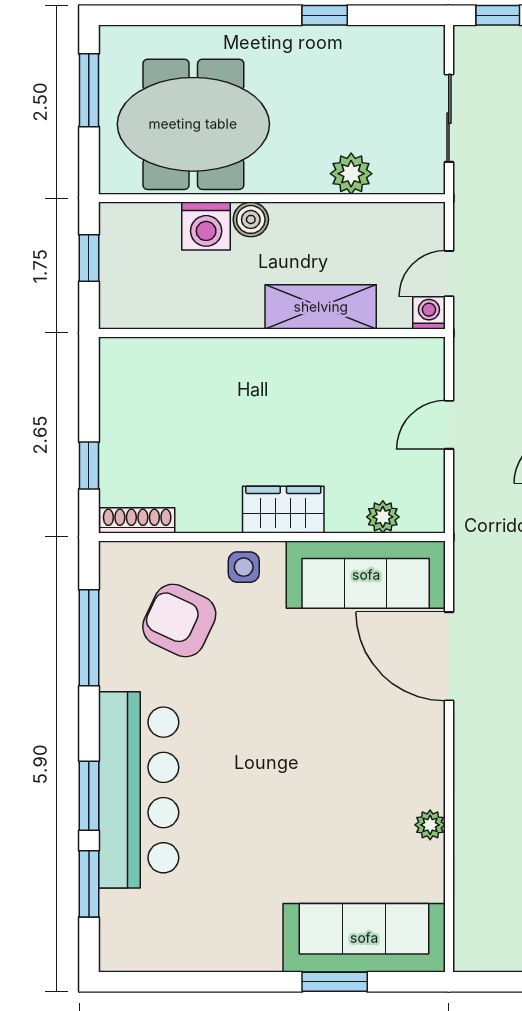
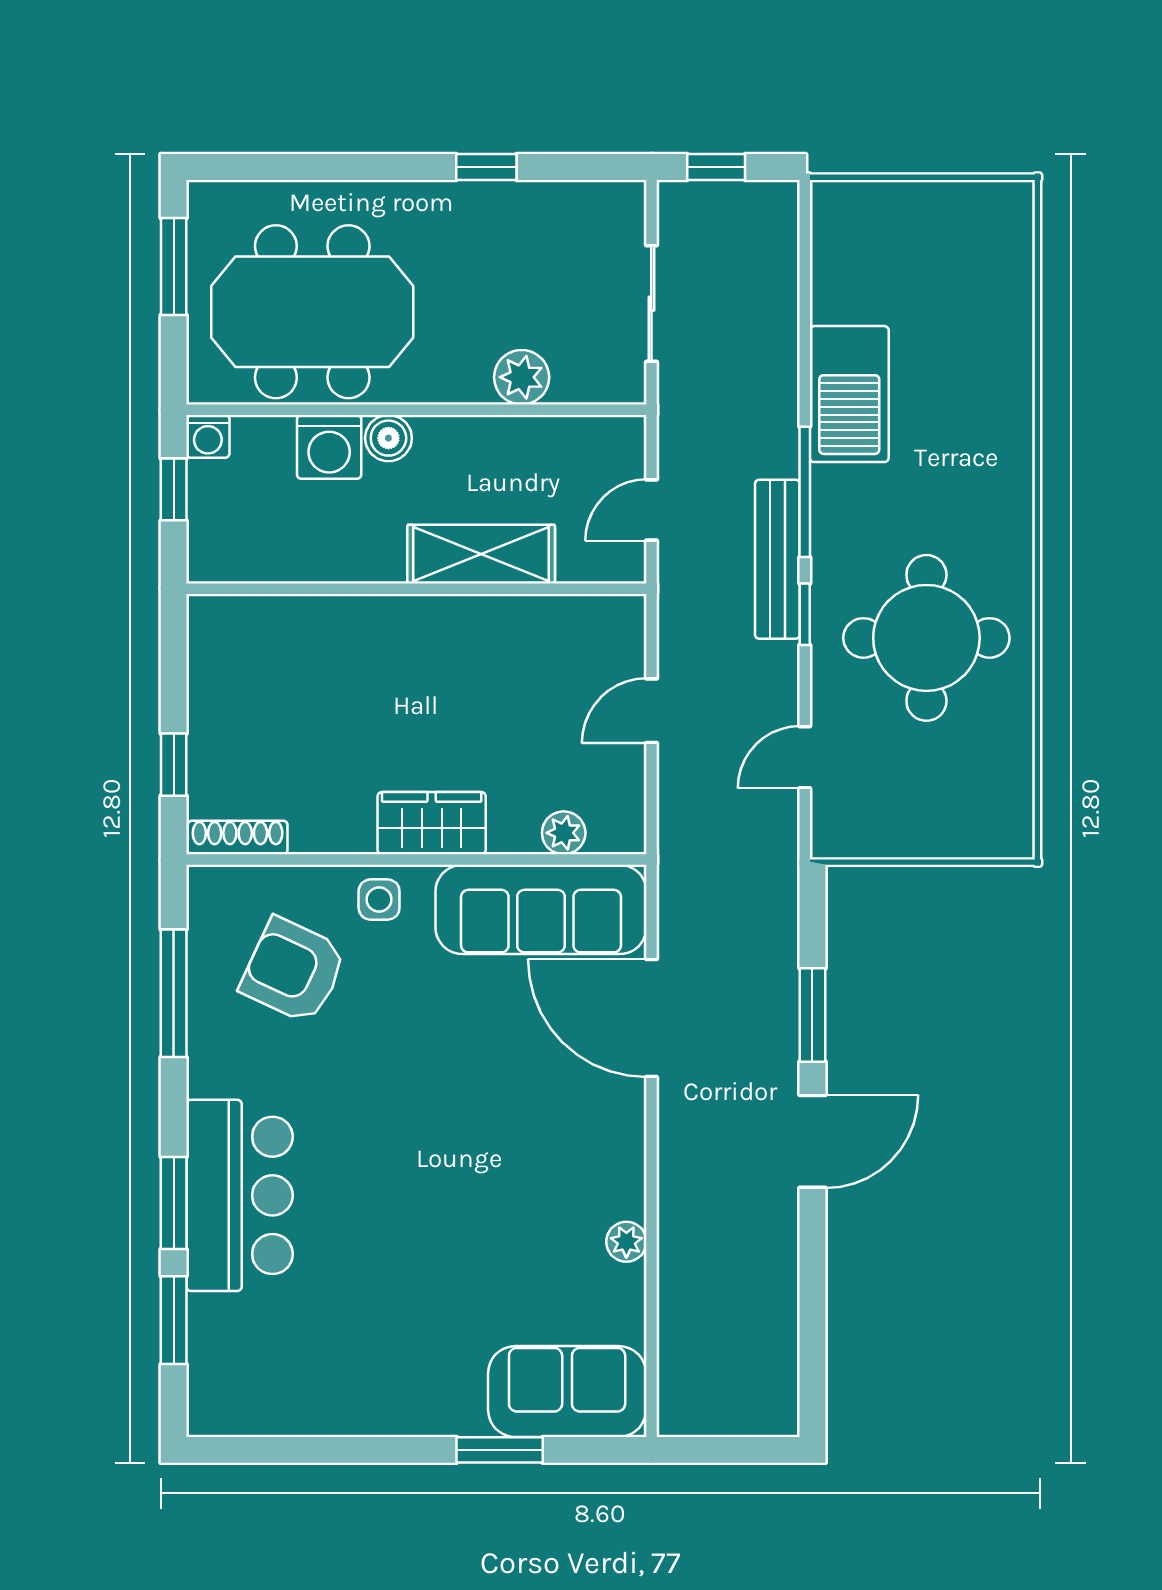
washing machine: (429, 313) -> (208, 436), moved, turned 180
bar counter: (139, 790) -> (240, 1195), width x0.73
sofa: (364, 938) -> (567, 1392), width x0.73

